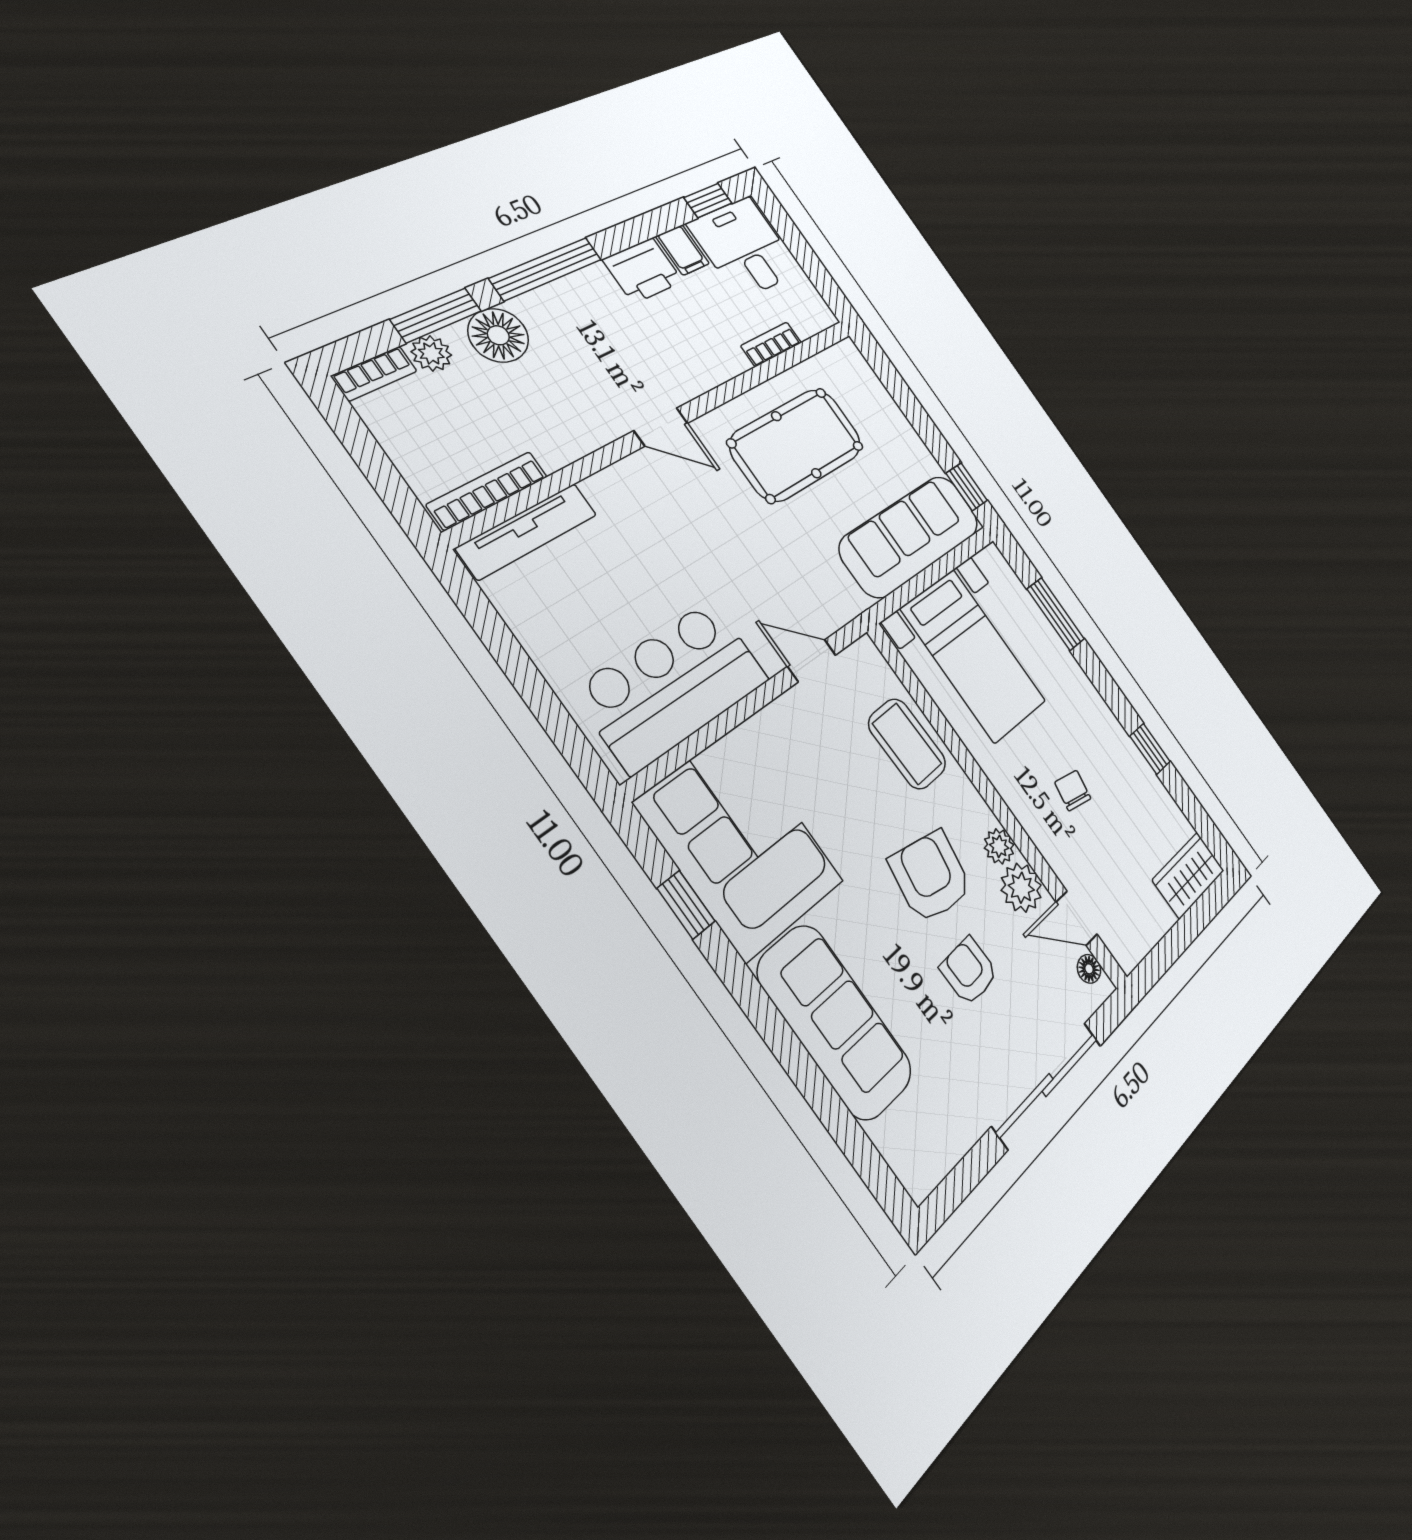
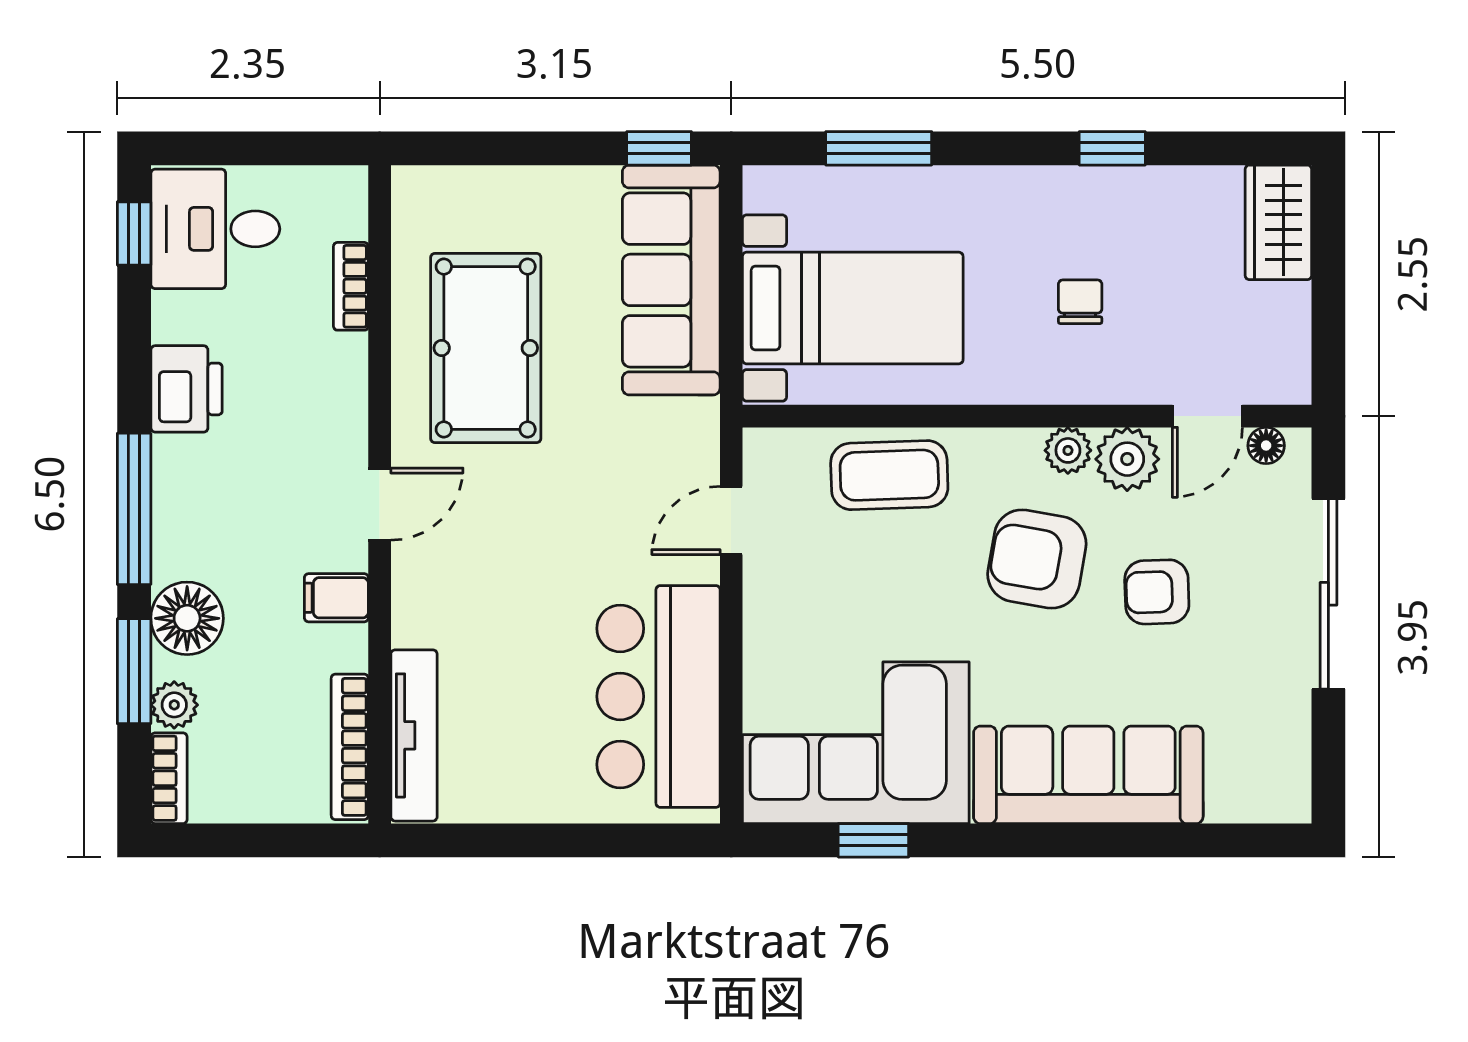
filing cabinet: (683, 250) -> (336, 598), moved, turned 180
chair: (1073, 790) -> (1080, 302), turned 79

